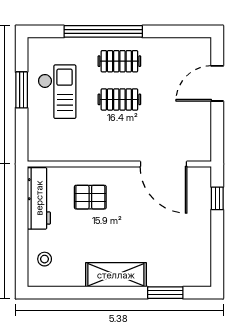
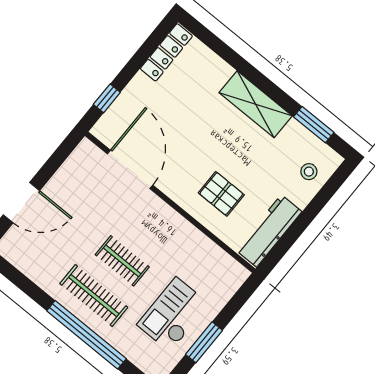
clothes rail: (119, 61) -> (94, 296), width x1.36
locker: (203, 261) -> (166, 52), added
window: (165, 293) -> (314, 125), moved

